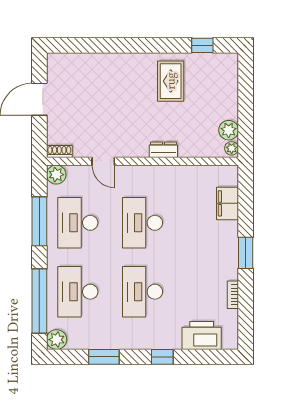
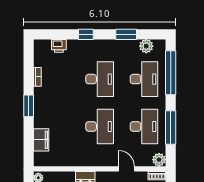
printer: (202, 335) -> (59, 46), width x0.53, depth x0.68
plant: (57, 340) -> (146, 46), moved

